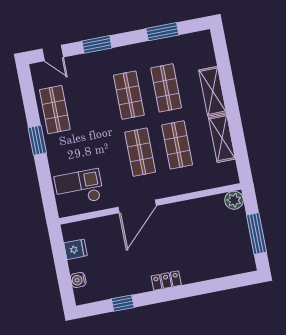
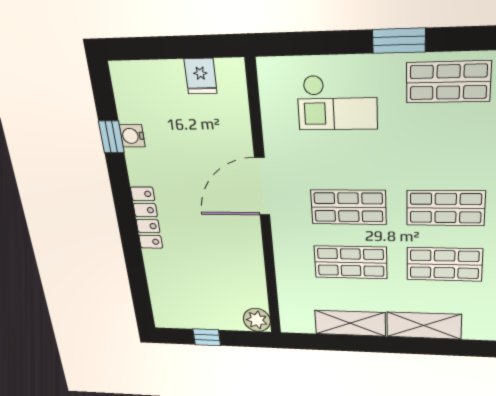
checkout: (79, 188) -> (337, 102), moved, turned 90
door: (137, 206) -> (262, 187), hinge flipped
window: (256, 234) -> (207, 337), width x0.46
water cooler: (78, 280) -> (132, 136), moved, turned -90
locker: (166, 281) -> (147, 218), width x1.53

